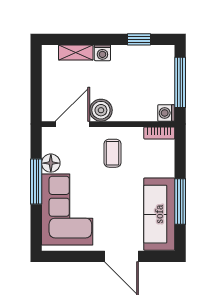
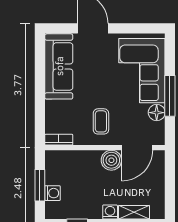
window: (180, 82) -> (40, 185), width x0.69
washing machine: (166, 113) -> (52, 193), moved
window: (180, 201) -> (40, 78), removed

